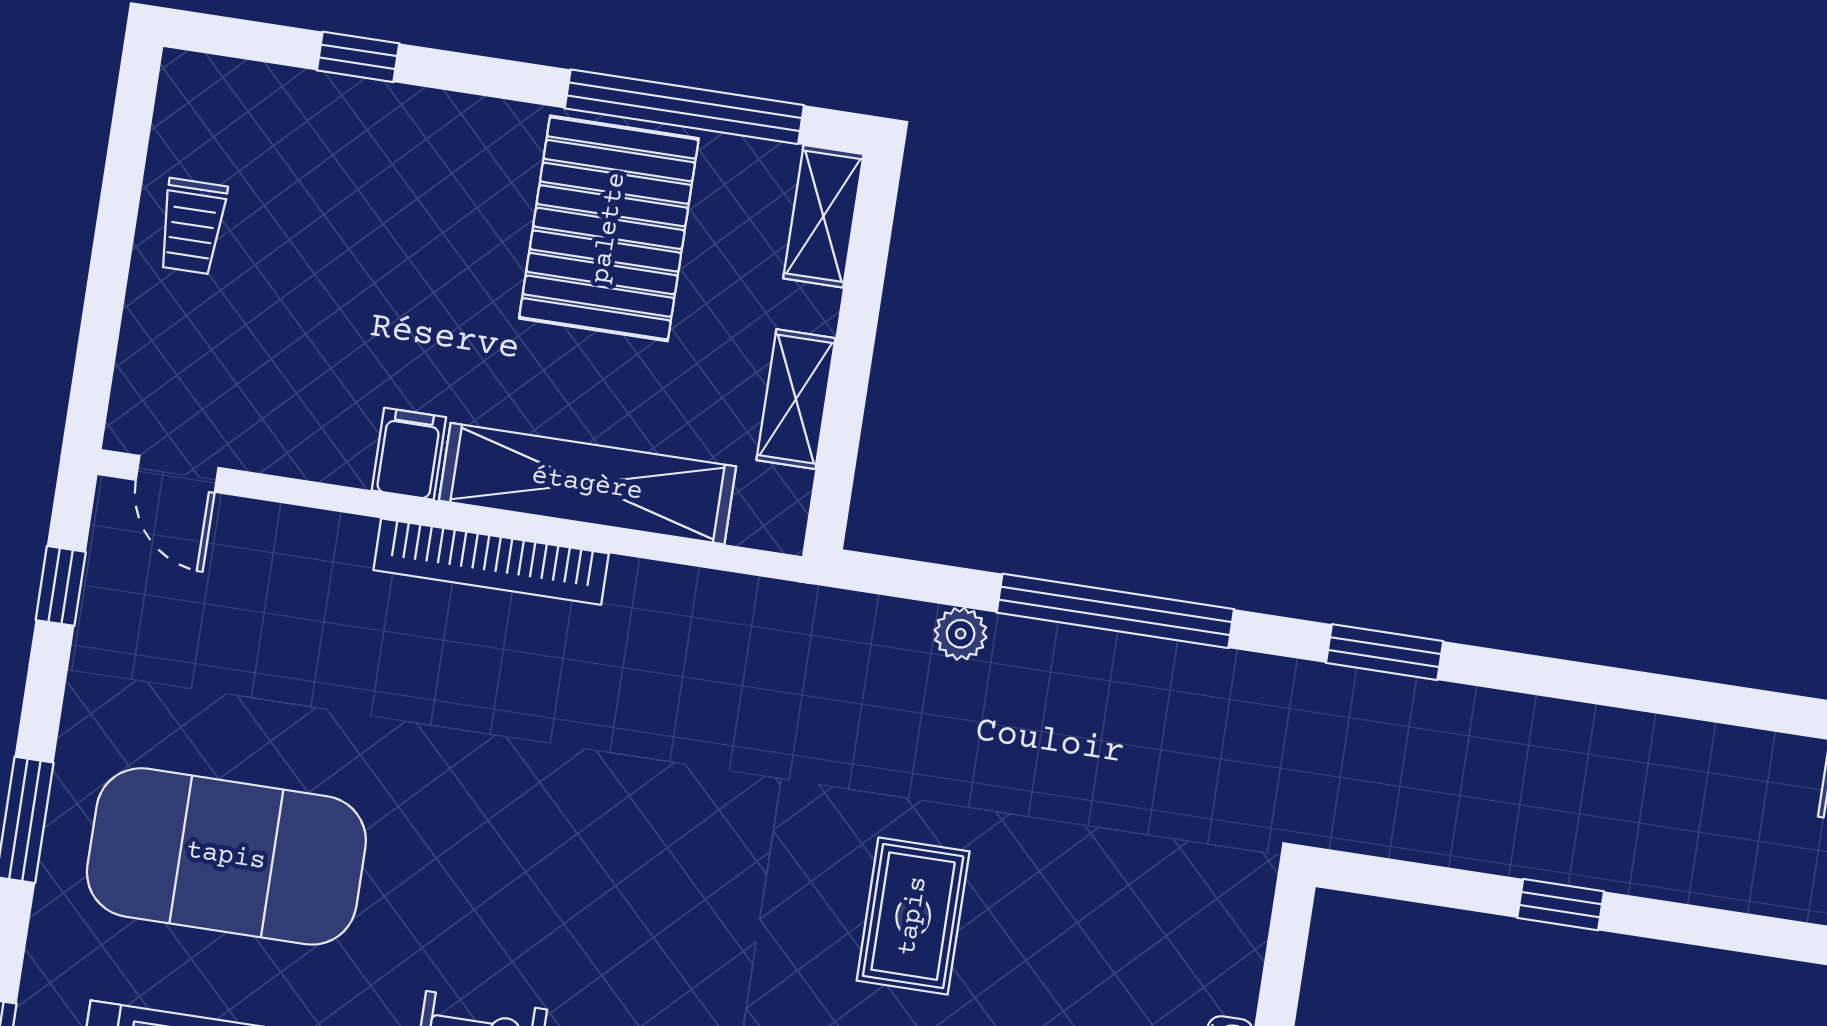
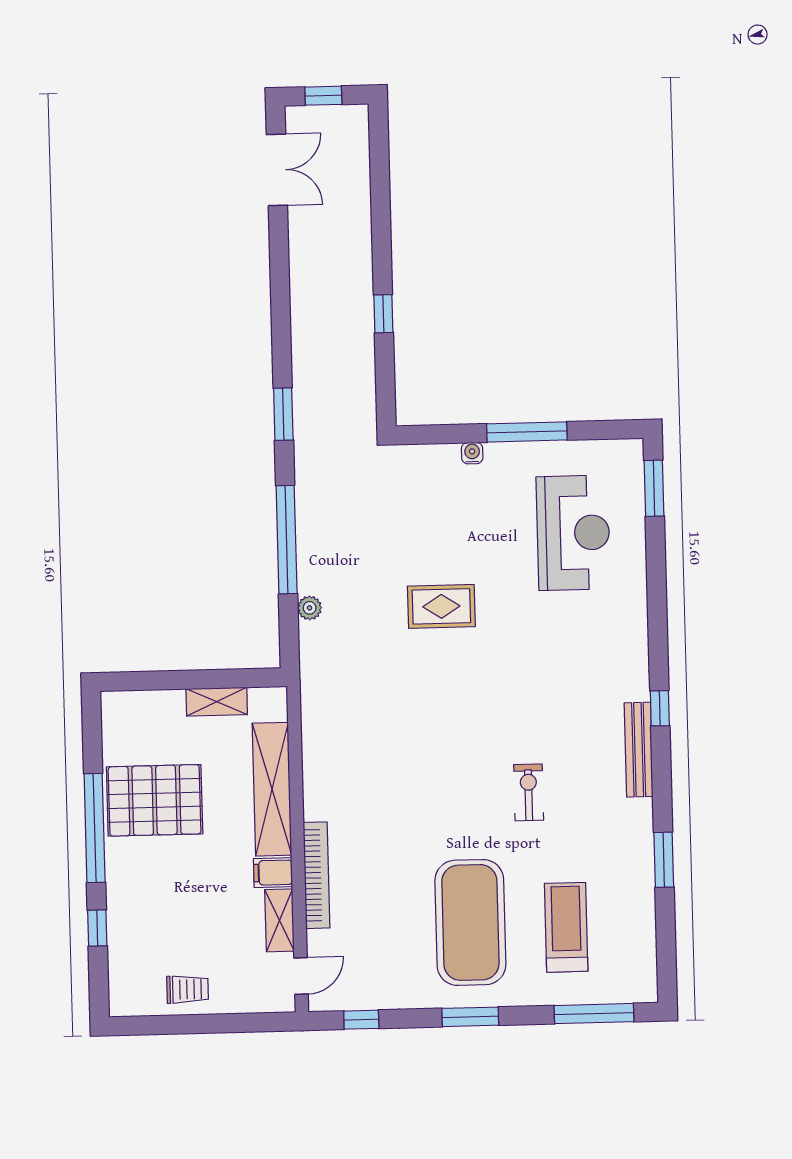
window: (684, 107) -> (95, 828), moved
shelving: (823, 216) -> (280, 920), moved, turned 90
bookcase: (491, 562) -> (316, 875), moved

